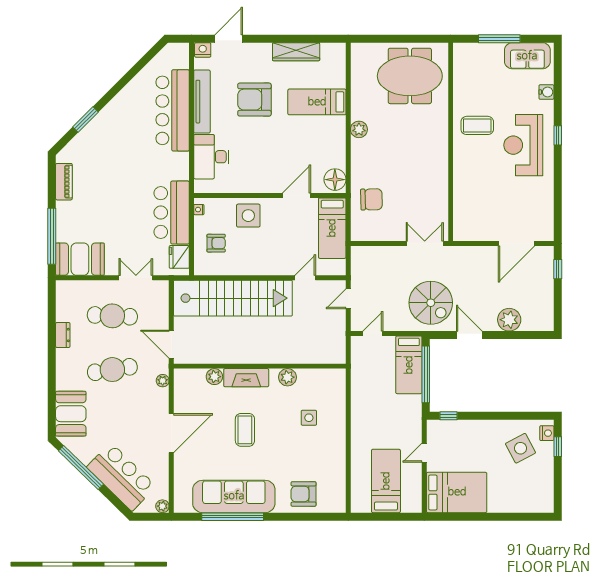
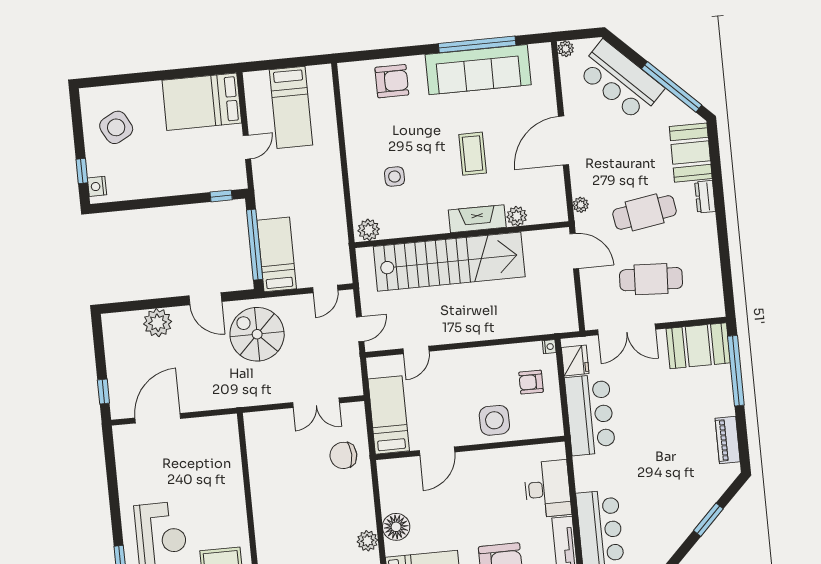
floor lamp: (335, 180) -> (396, 527), moved
nightstand: (199, 210) -> (549, 347), moved
double door: (425, 244) -> (316, 403), moved
double door: (136, 278) -> (627, 329), width x1.37
stairs: (233, 298) -> (449, 262), moved, turned 180
dresser: (63, 335) -> (705, 197), moved
plant: (287, 377) -> (369, 230), moved
side table: (521, 448) -> (116, 127), moved

